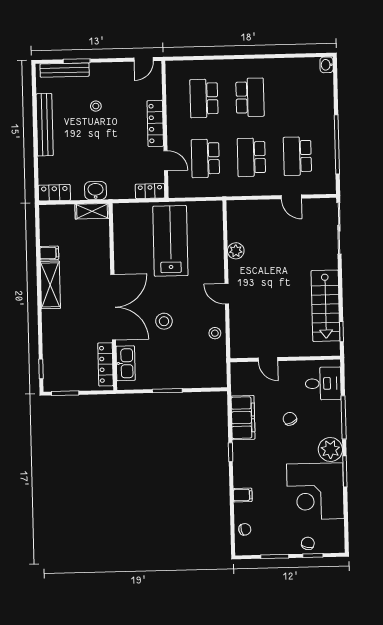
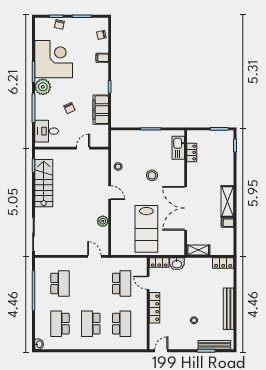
school desk: (251, 157) -> (60, 324), moved, turned 180
washbasin: (96, 191) -> (177, 264), moved
door: (291, 197) -> (94, 256), moved
double door: (113, 307) -> (186, 208), moved
door: (268, 359) -> (83, 148), hinge flipped
locker: (105, 364) -> (192, 152), width x0.66

